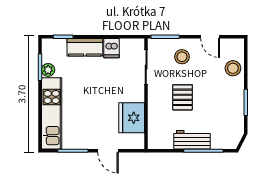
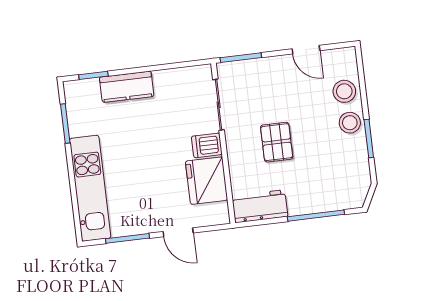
dishwasher: (111, 48) -> (207, 145), moved, turned 90
stool: (182, 57) -> (350, 123), moved
plant: (48, 70) -> (77, 126), removed
workbench: (192, 140) -> (260, 206), moved

